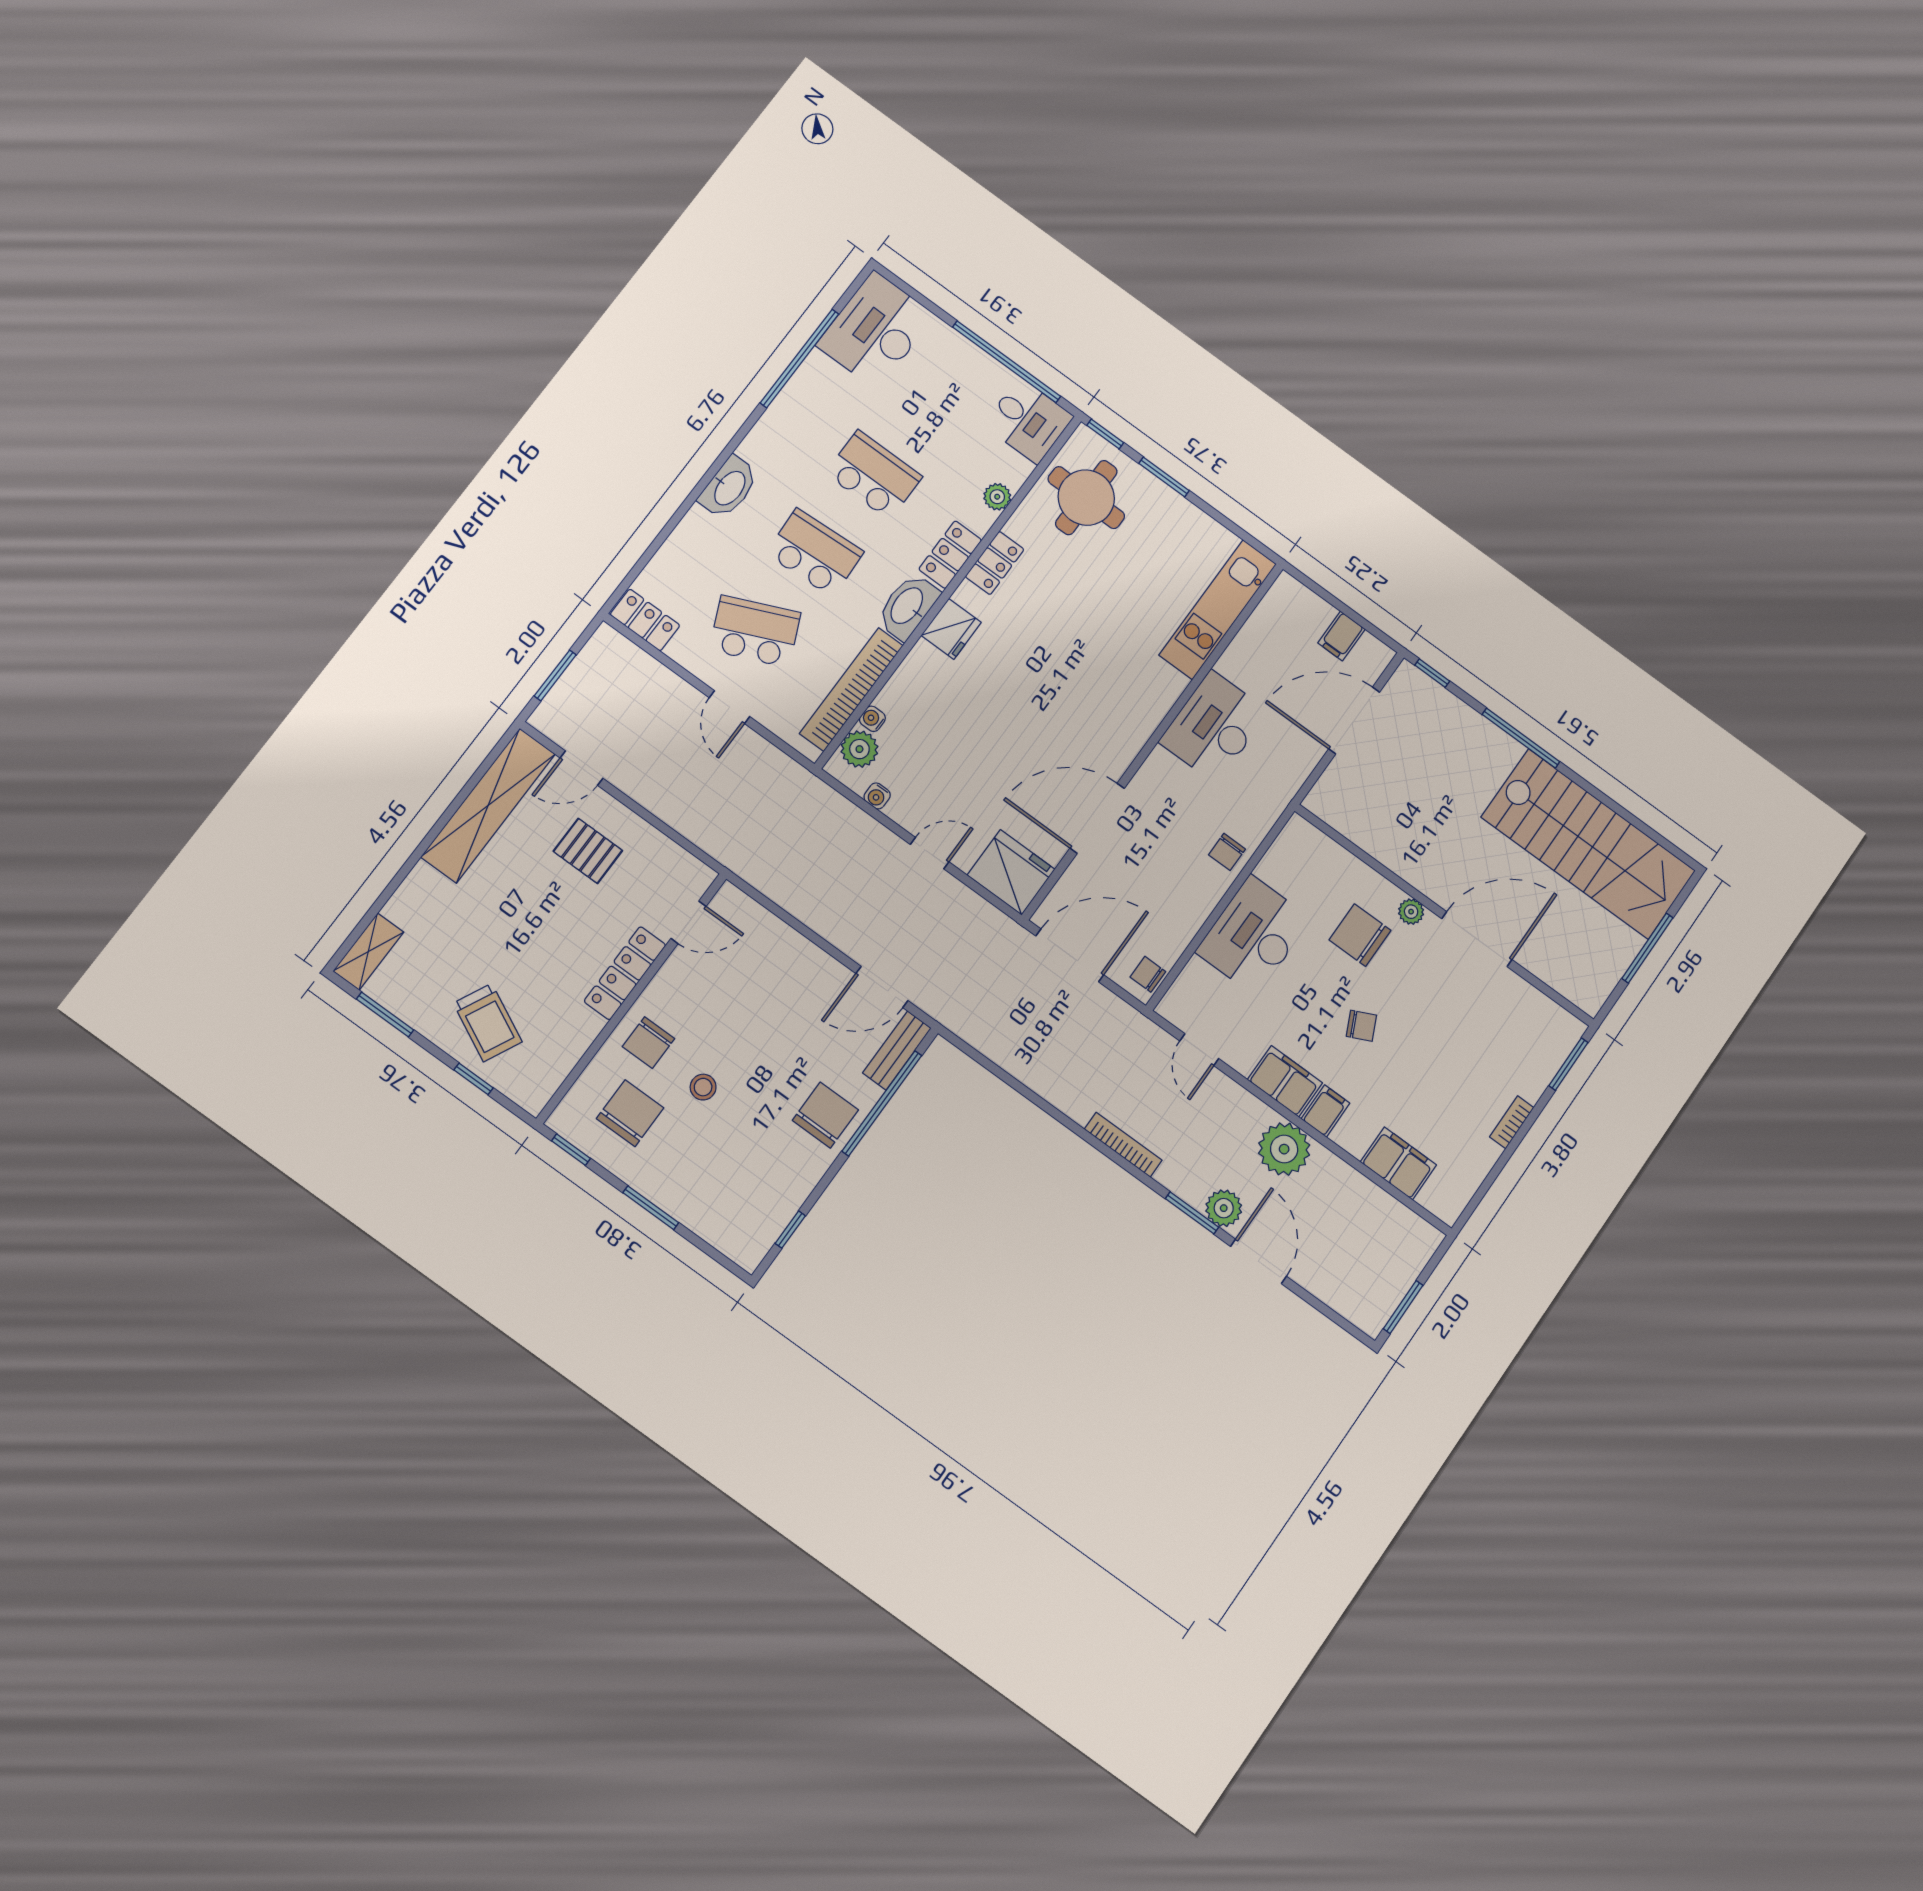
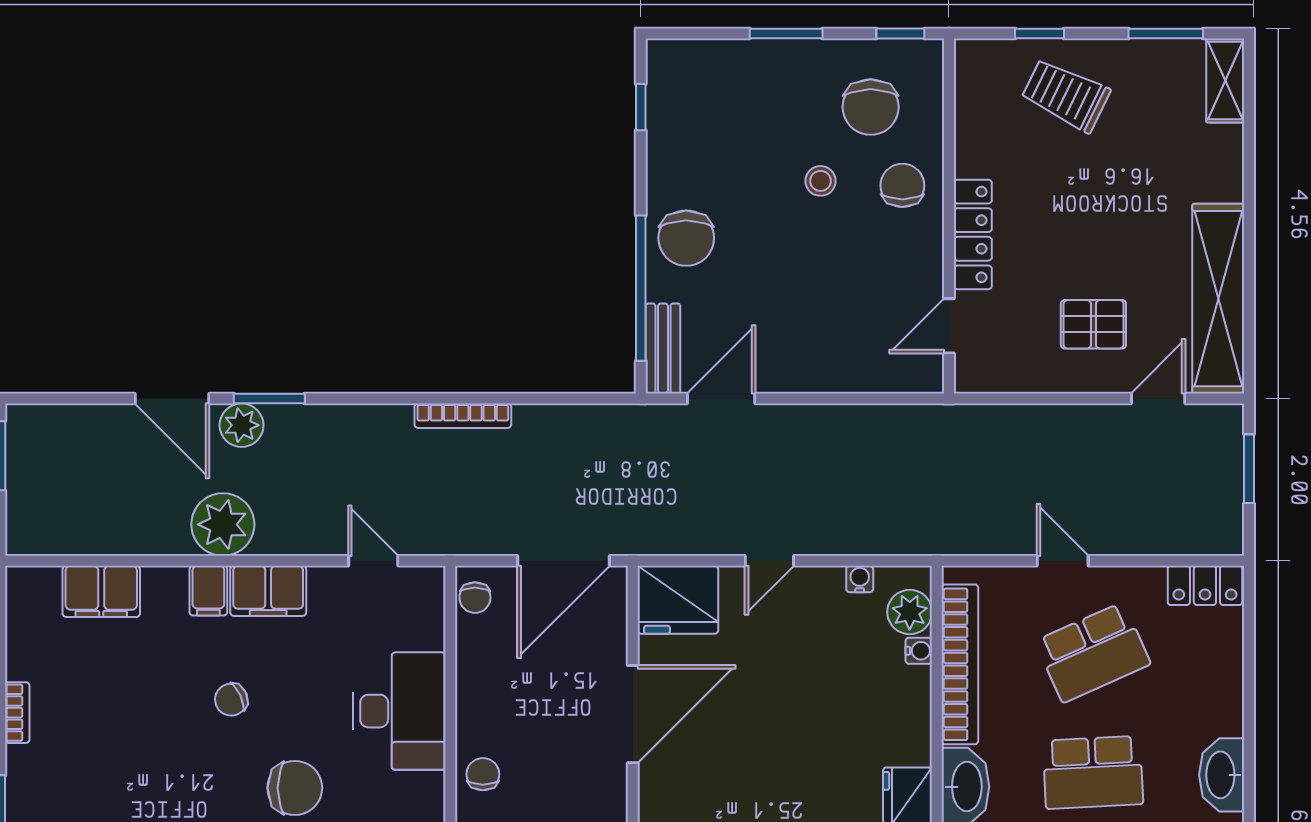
chair: (1148, 974) -> (475, 598), turned 90
bookcase: (1123, 1145) -> (463, 416), moved

